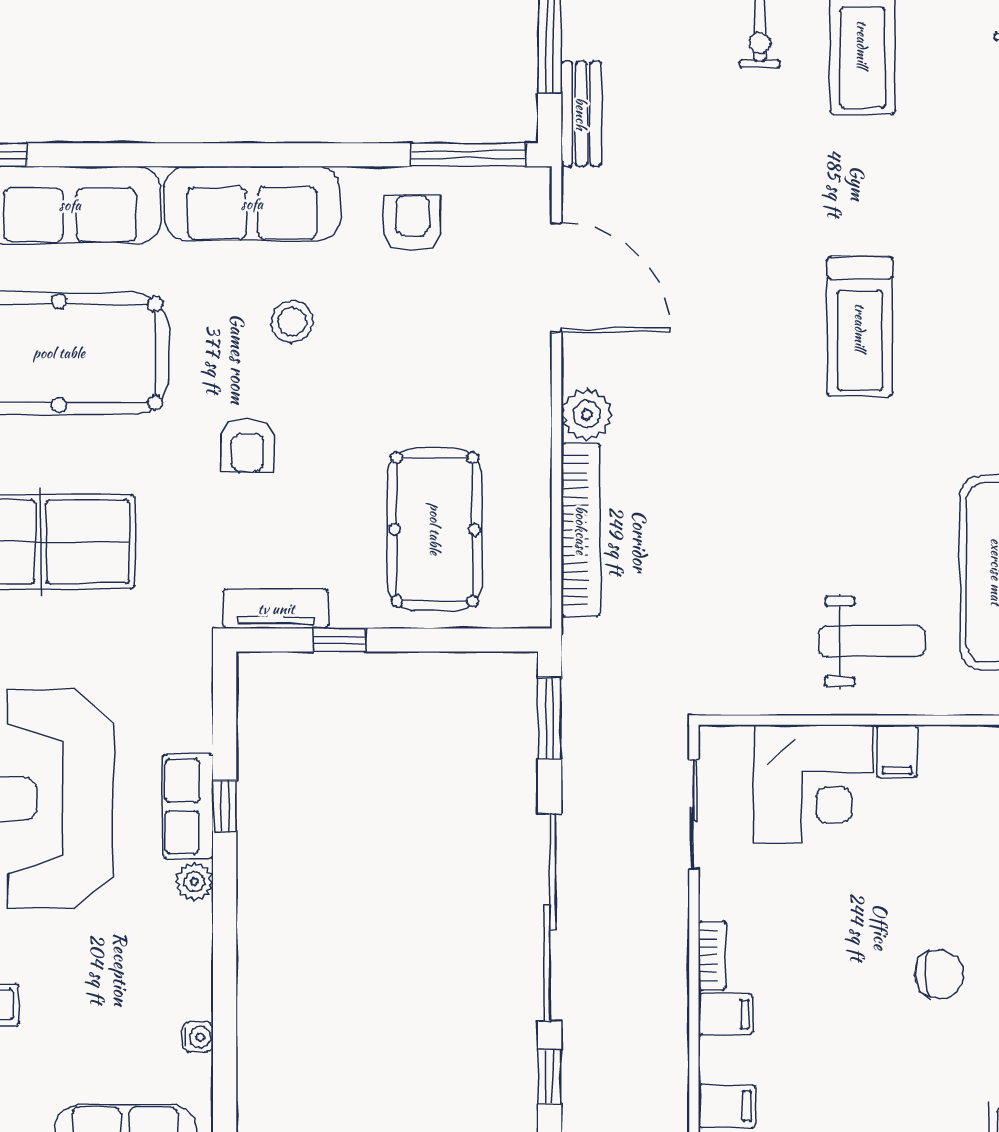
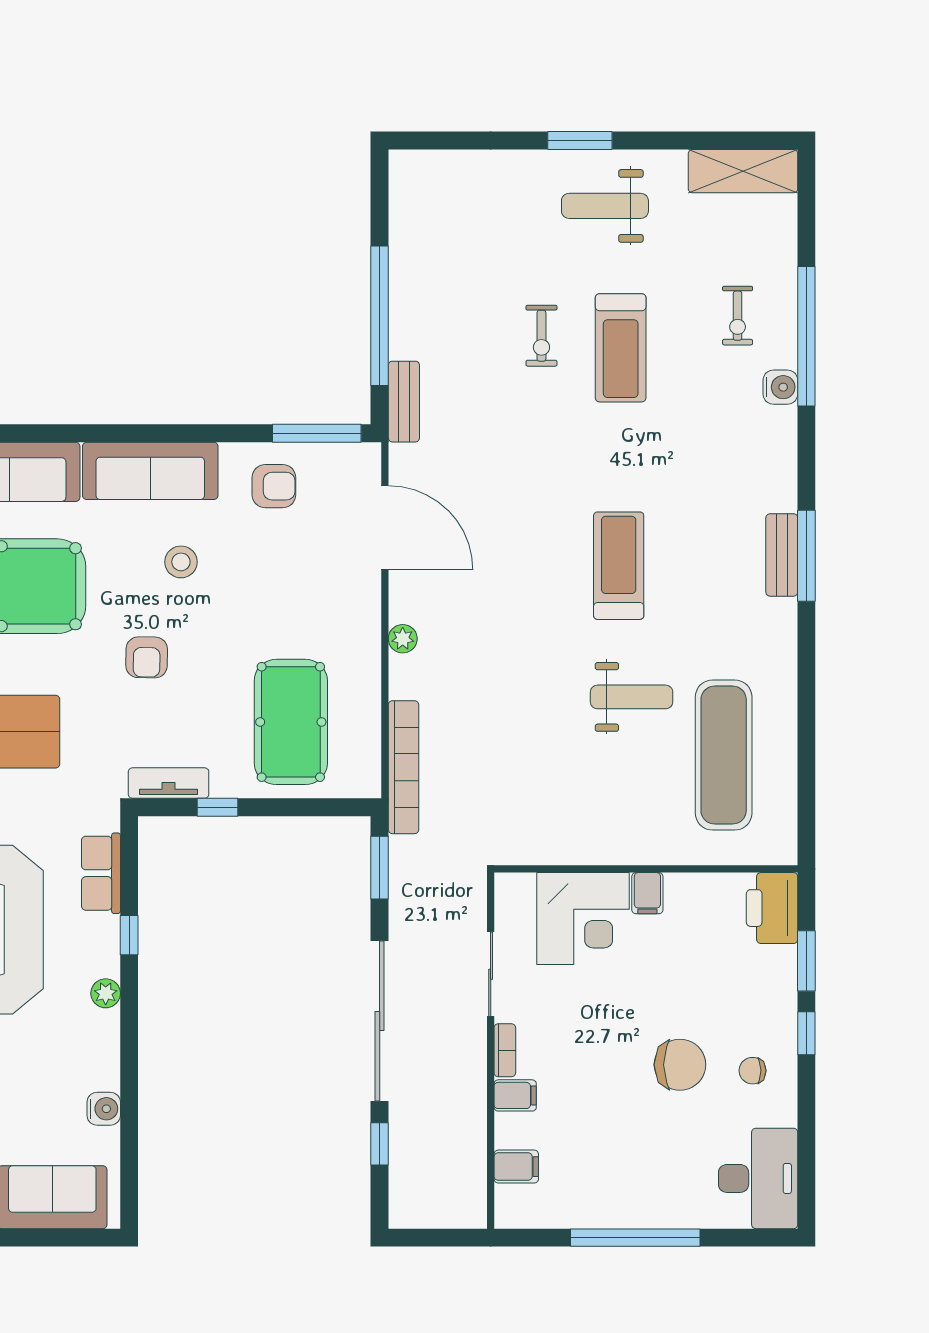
armchair: (413, 223) -> (274, 486), turned 90
treadmill: (860, 327) -> (619, 566), turned 180
plant: (587, 414) -> (403, 639), width x0.73, depth x0.73
bookcase: (581, 530) -> (403, 767), moved
weight bench: (872, 641) -> (632, 697), moved
row of seats: (188, 806) -> (101, 873), moved
sliding door: (694, 815) -> (491, 974), moved
chair: (939, 974) -> (680, 1065), width x1.37, depth x1.37
water cooler: (198, 1037) -> (104, 1109), width x1.38, depth x1.38

